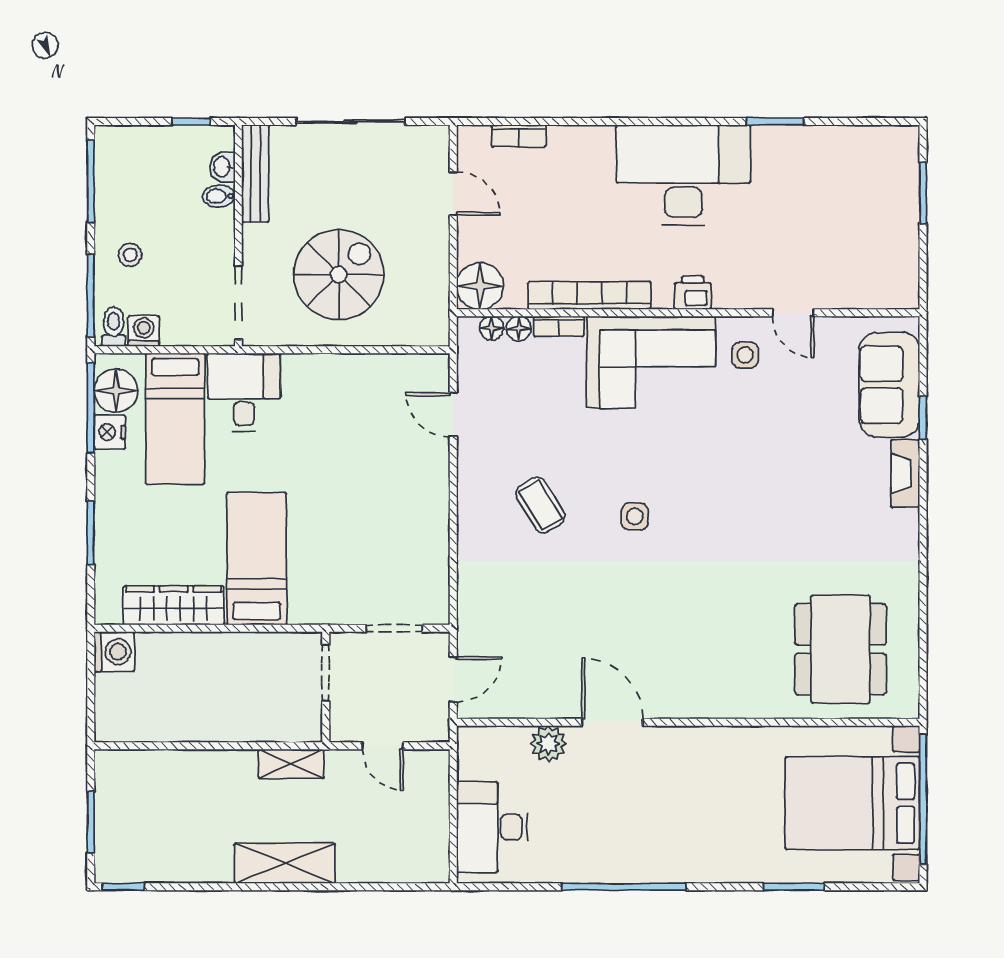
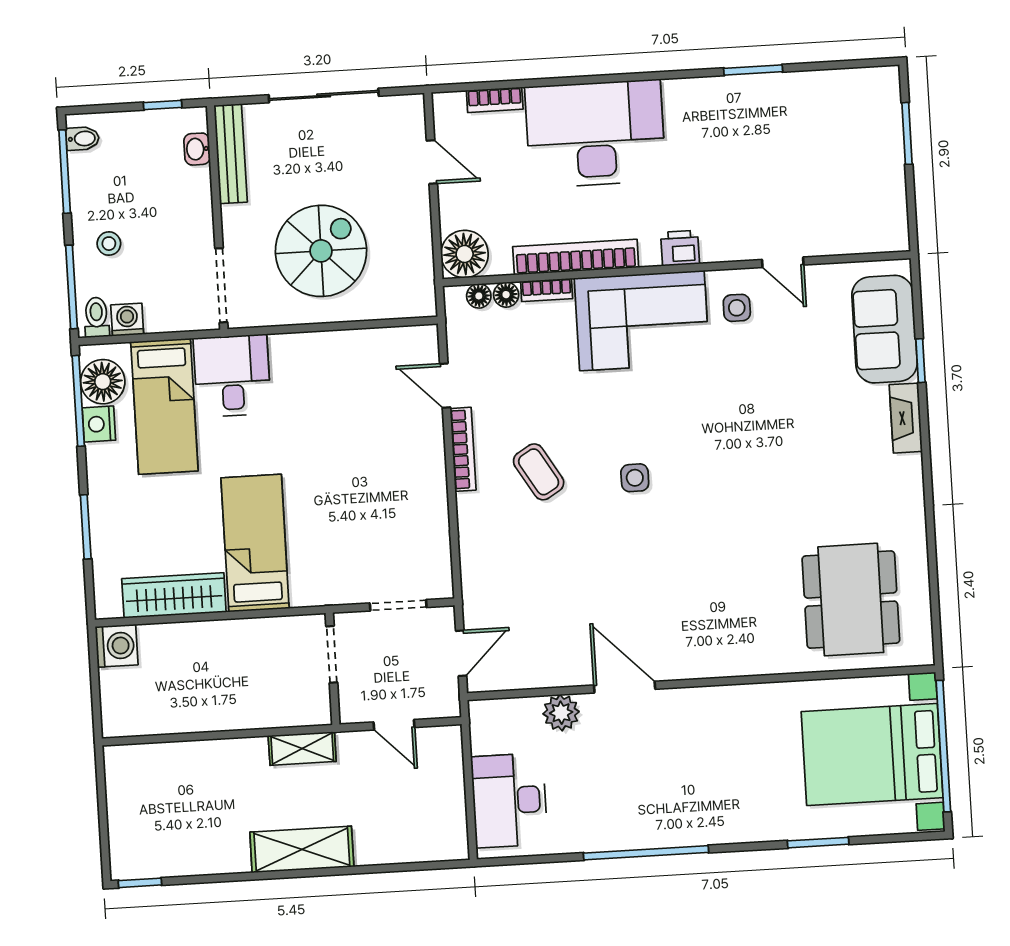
desk: (683, 175) -> (595, 134), moved
bidet: (219, 196) -> (82, 139), moved, turned 180
bookcase: (467, 478) -> (463, 449), added
window: (91, 822) -> (103, 819), removed

